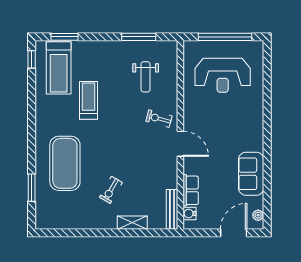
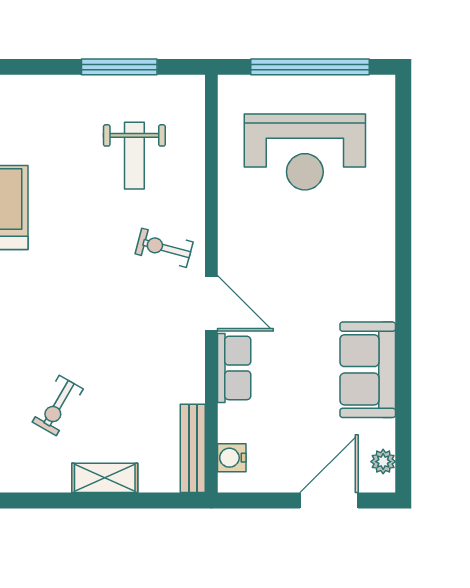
row of seats: (191, 190) -> (234, 368), moved

